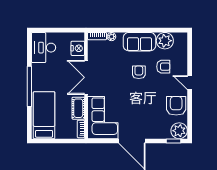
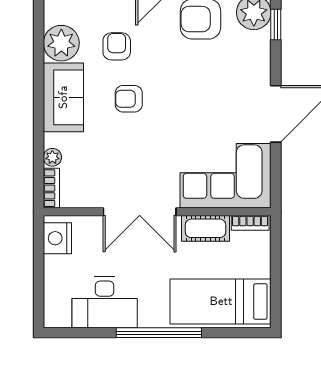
desk: (44, 48) -> (105, 302), moved
nightstand: (78, 48) -> (57, 238), moved, turned -90

